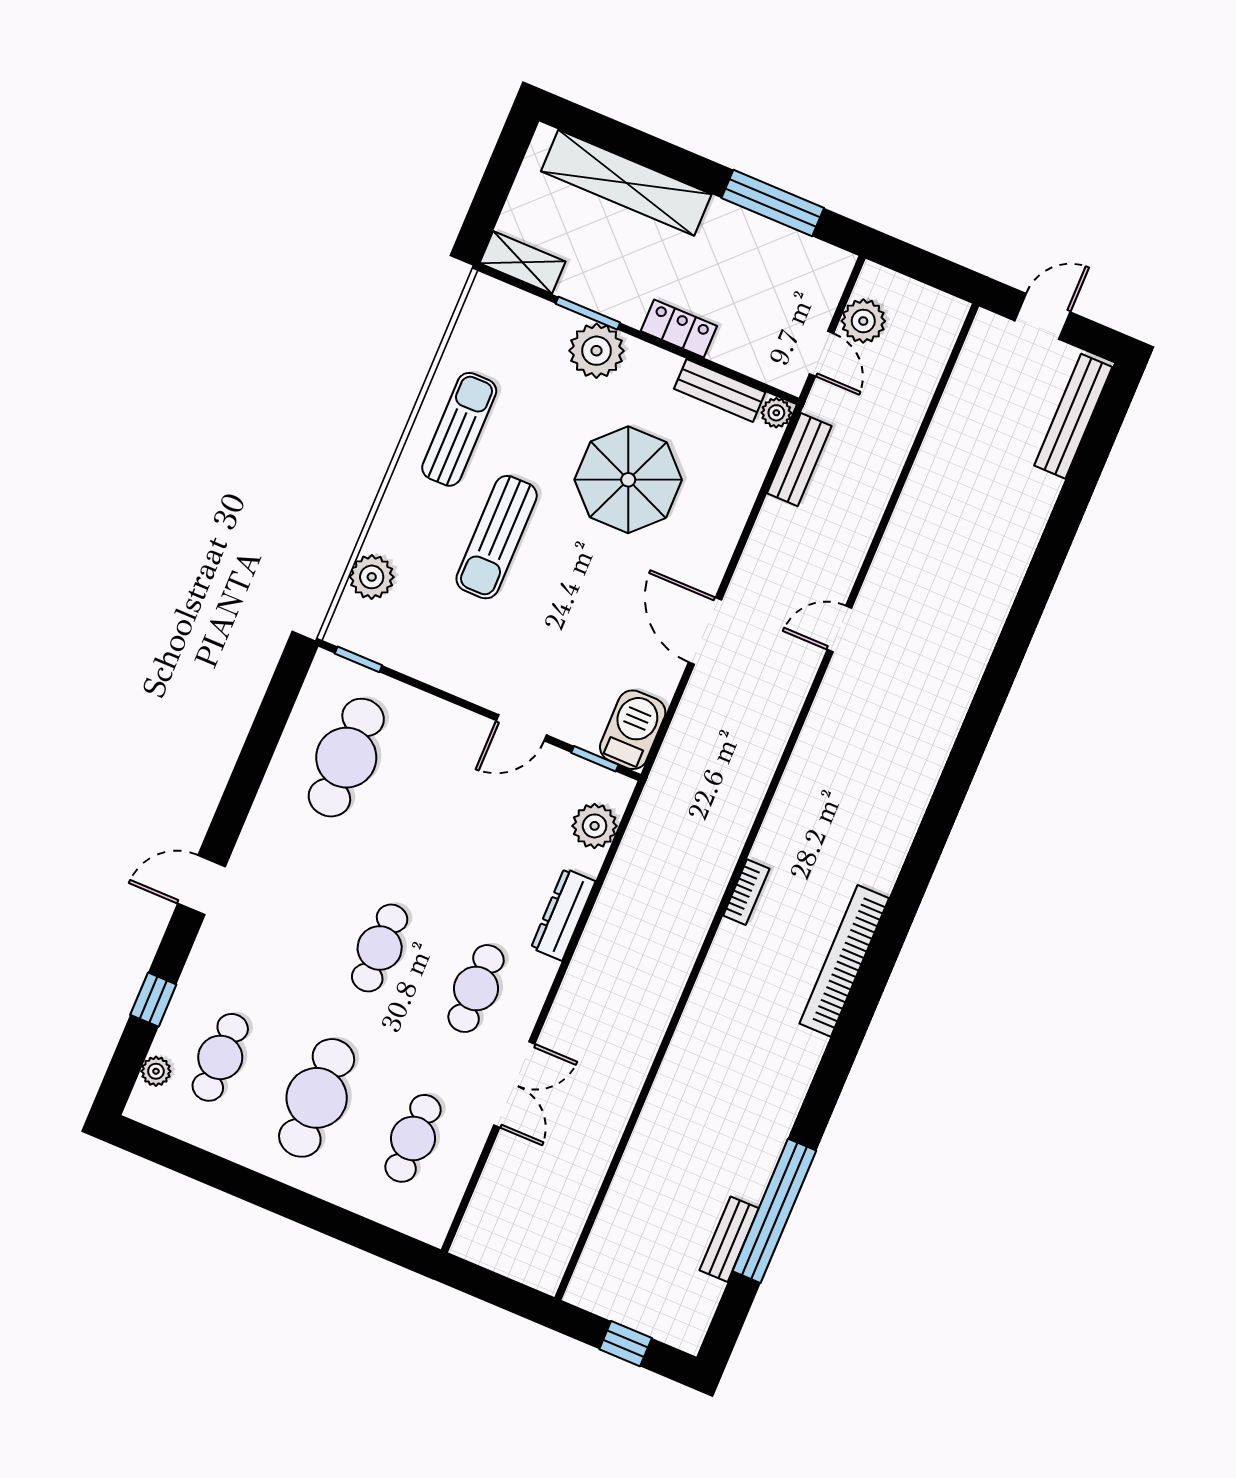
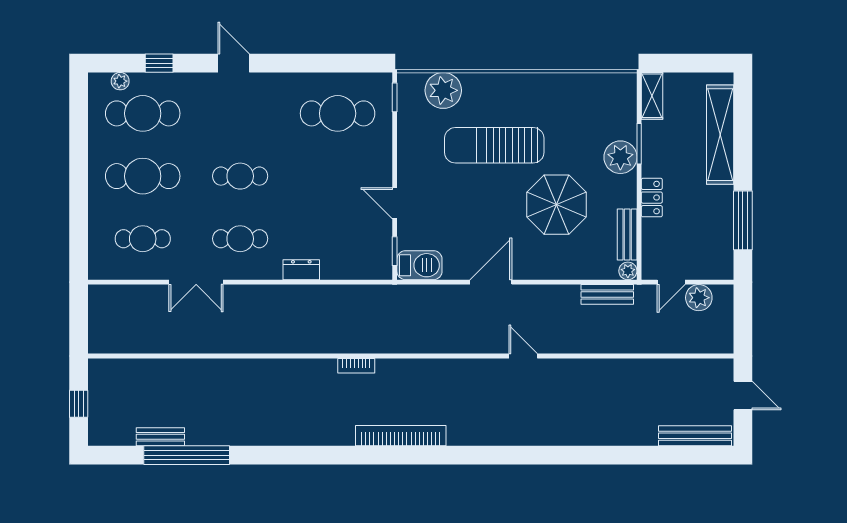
sun lounger: (459, 429) -> (545, 100), removed
sun lounger: (497, 537) -> (494, 145), width x1.36, depth x1.34
plant: (372, 577) -> (443, 90), width x1.36, depth x1.36
plant: (595, 826) -> (357, 266), removed
dresser: (563, 914) -> (301, 270), width x0.70
bookcase: (844, 961) -> (401, 436), moved
cafe table: (220, 1057) -> (143, 113), width x1.37, depth x1.35

